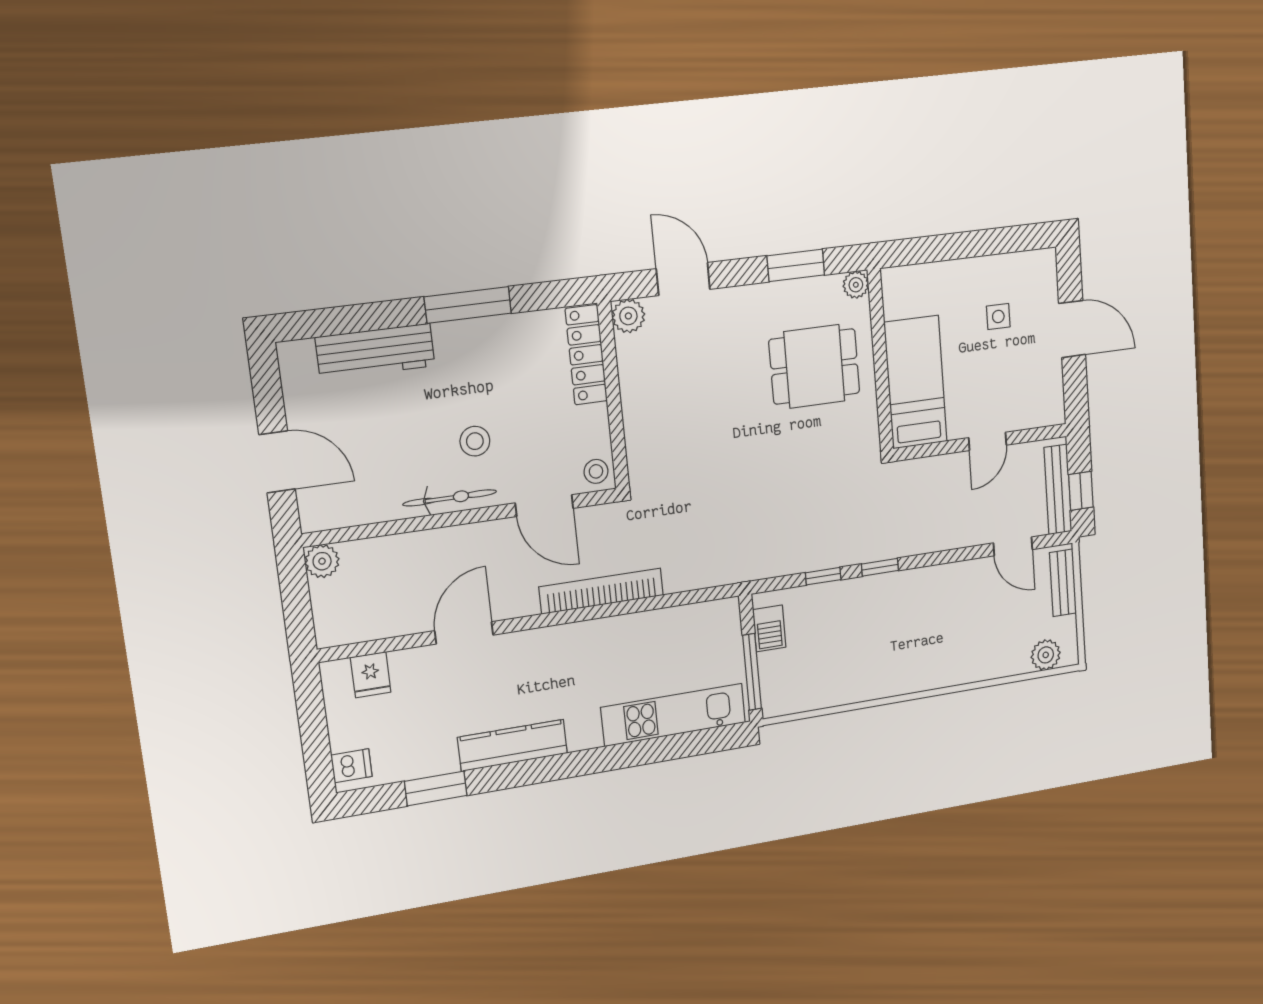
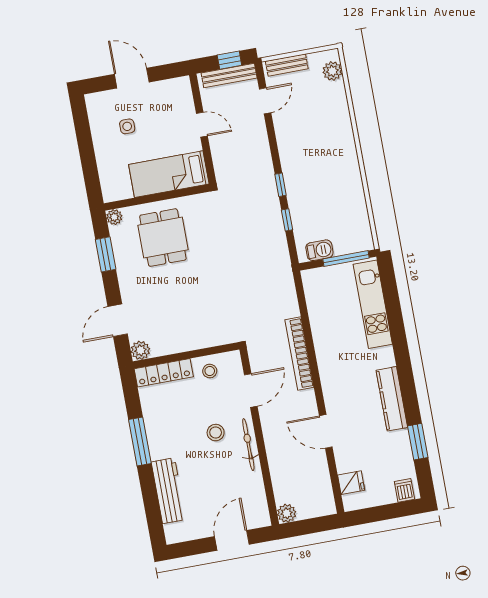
door: (1072, 329) -> (132, 78), hinge flipped
stool: (596, 471) -> (210, 371), moved

